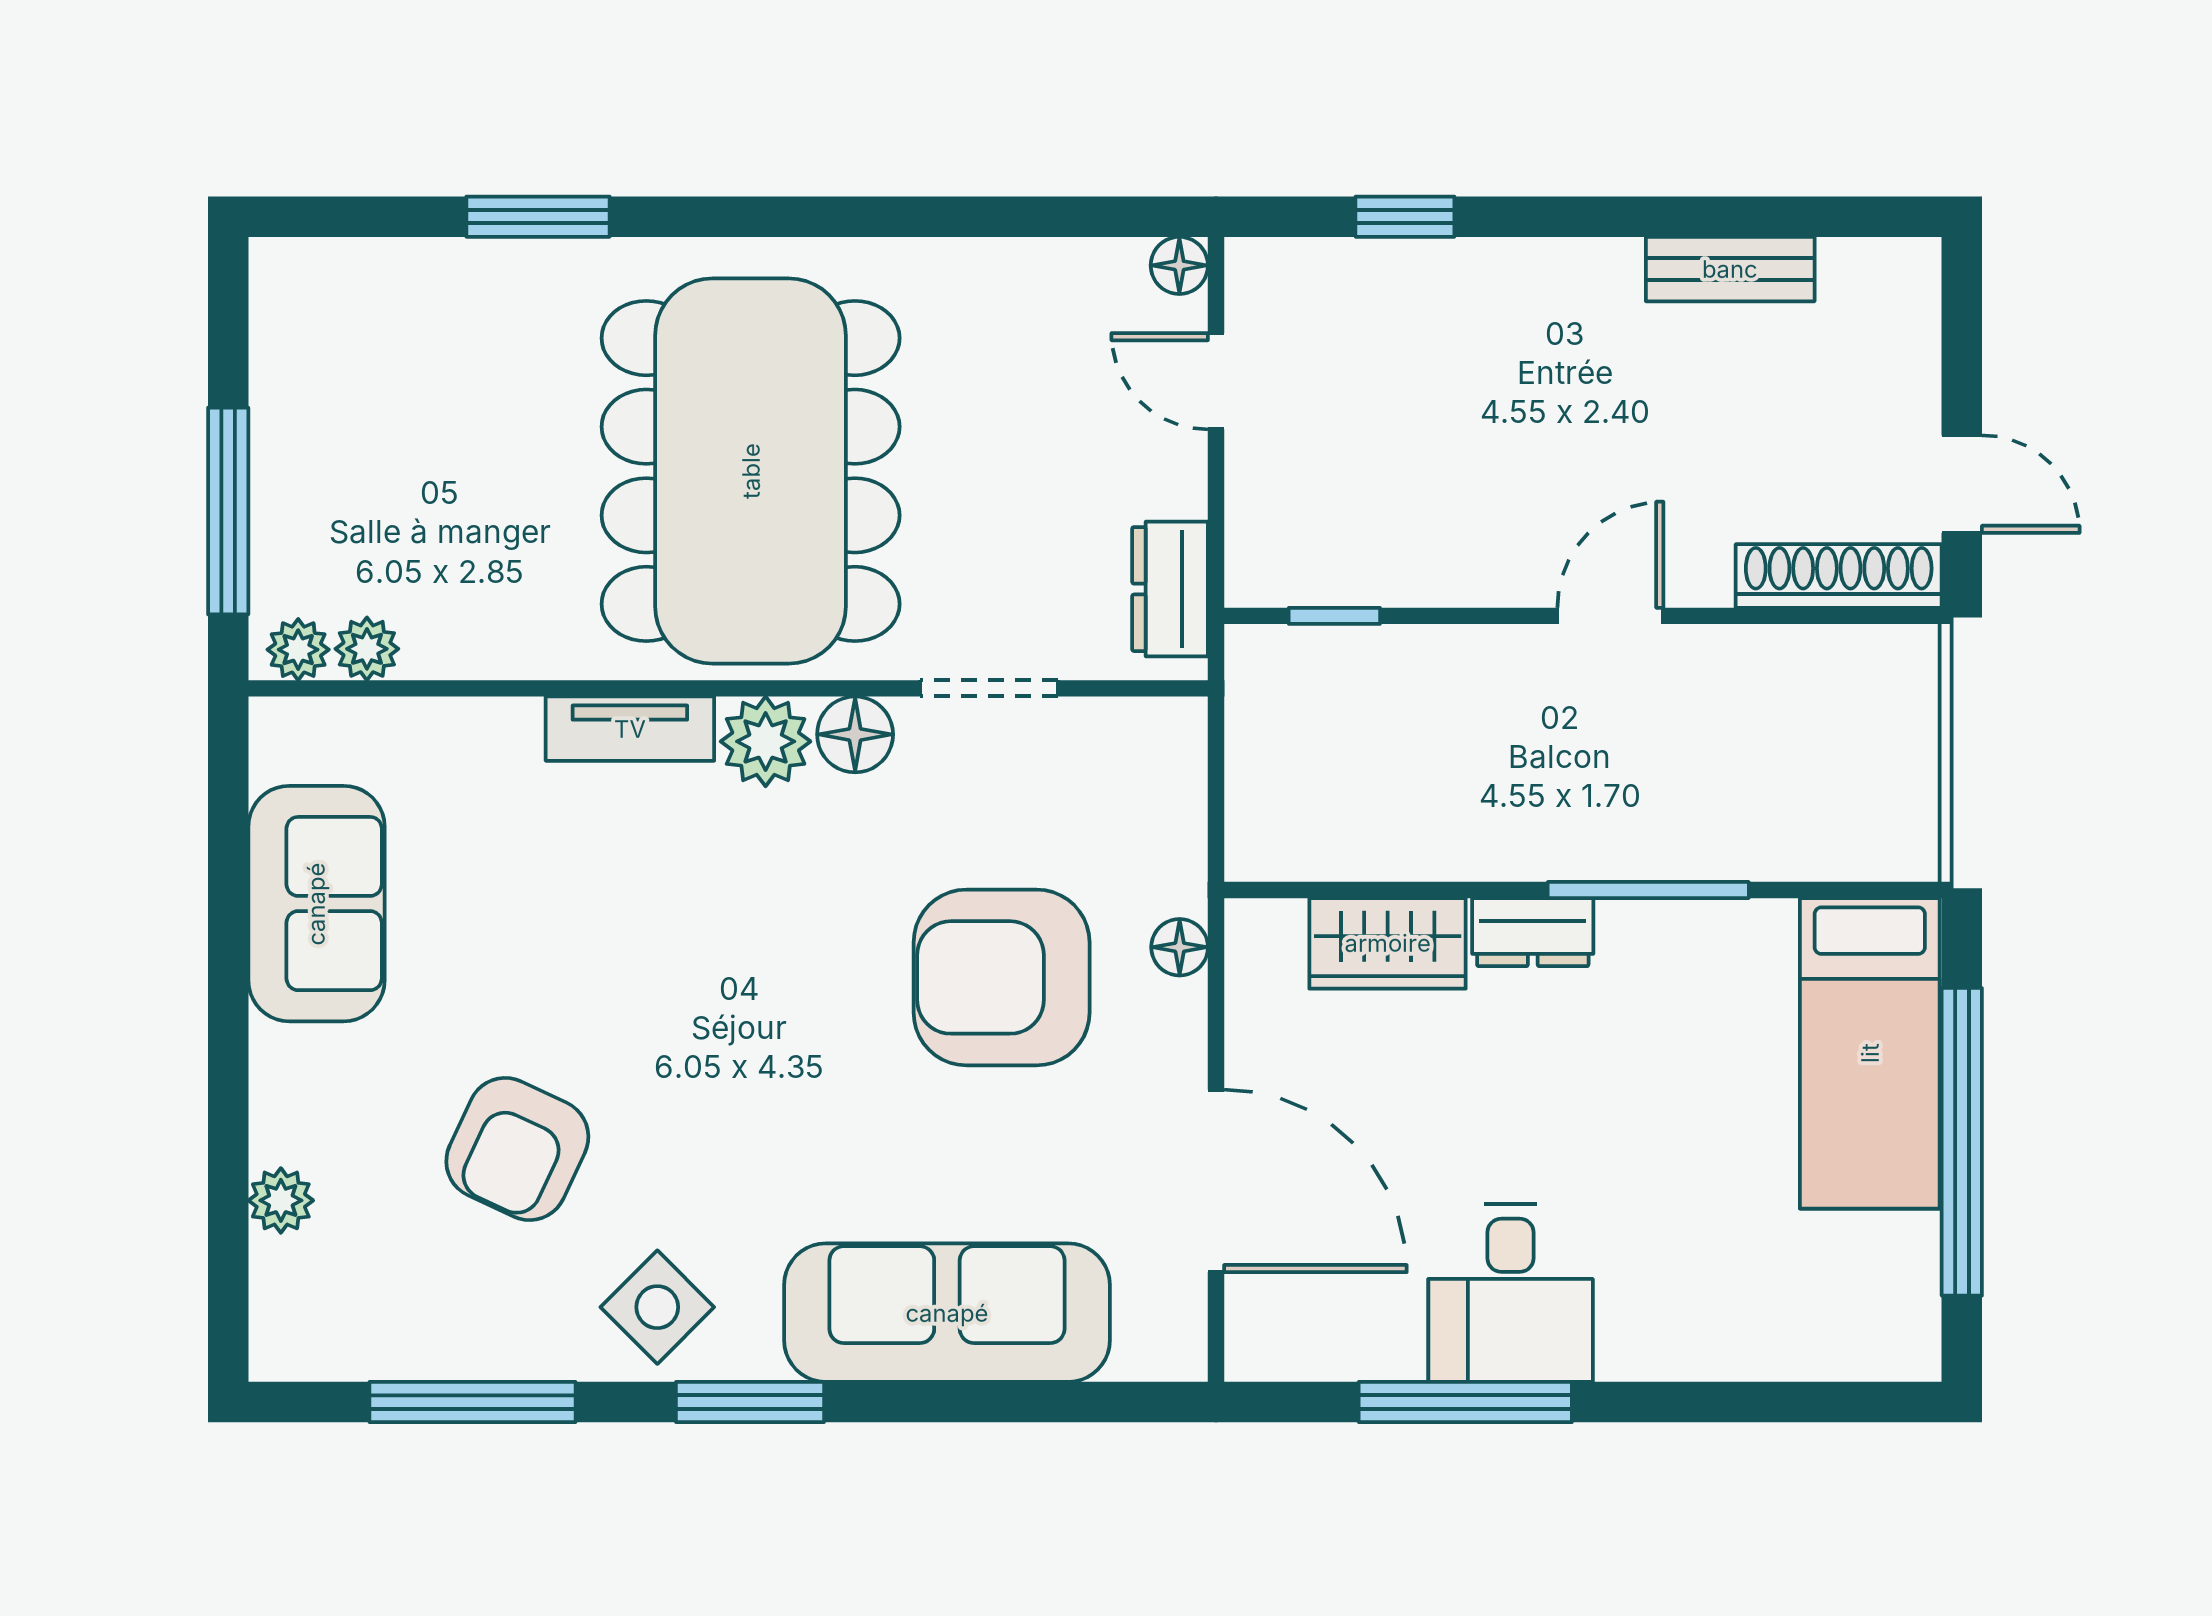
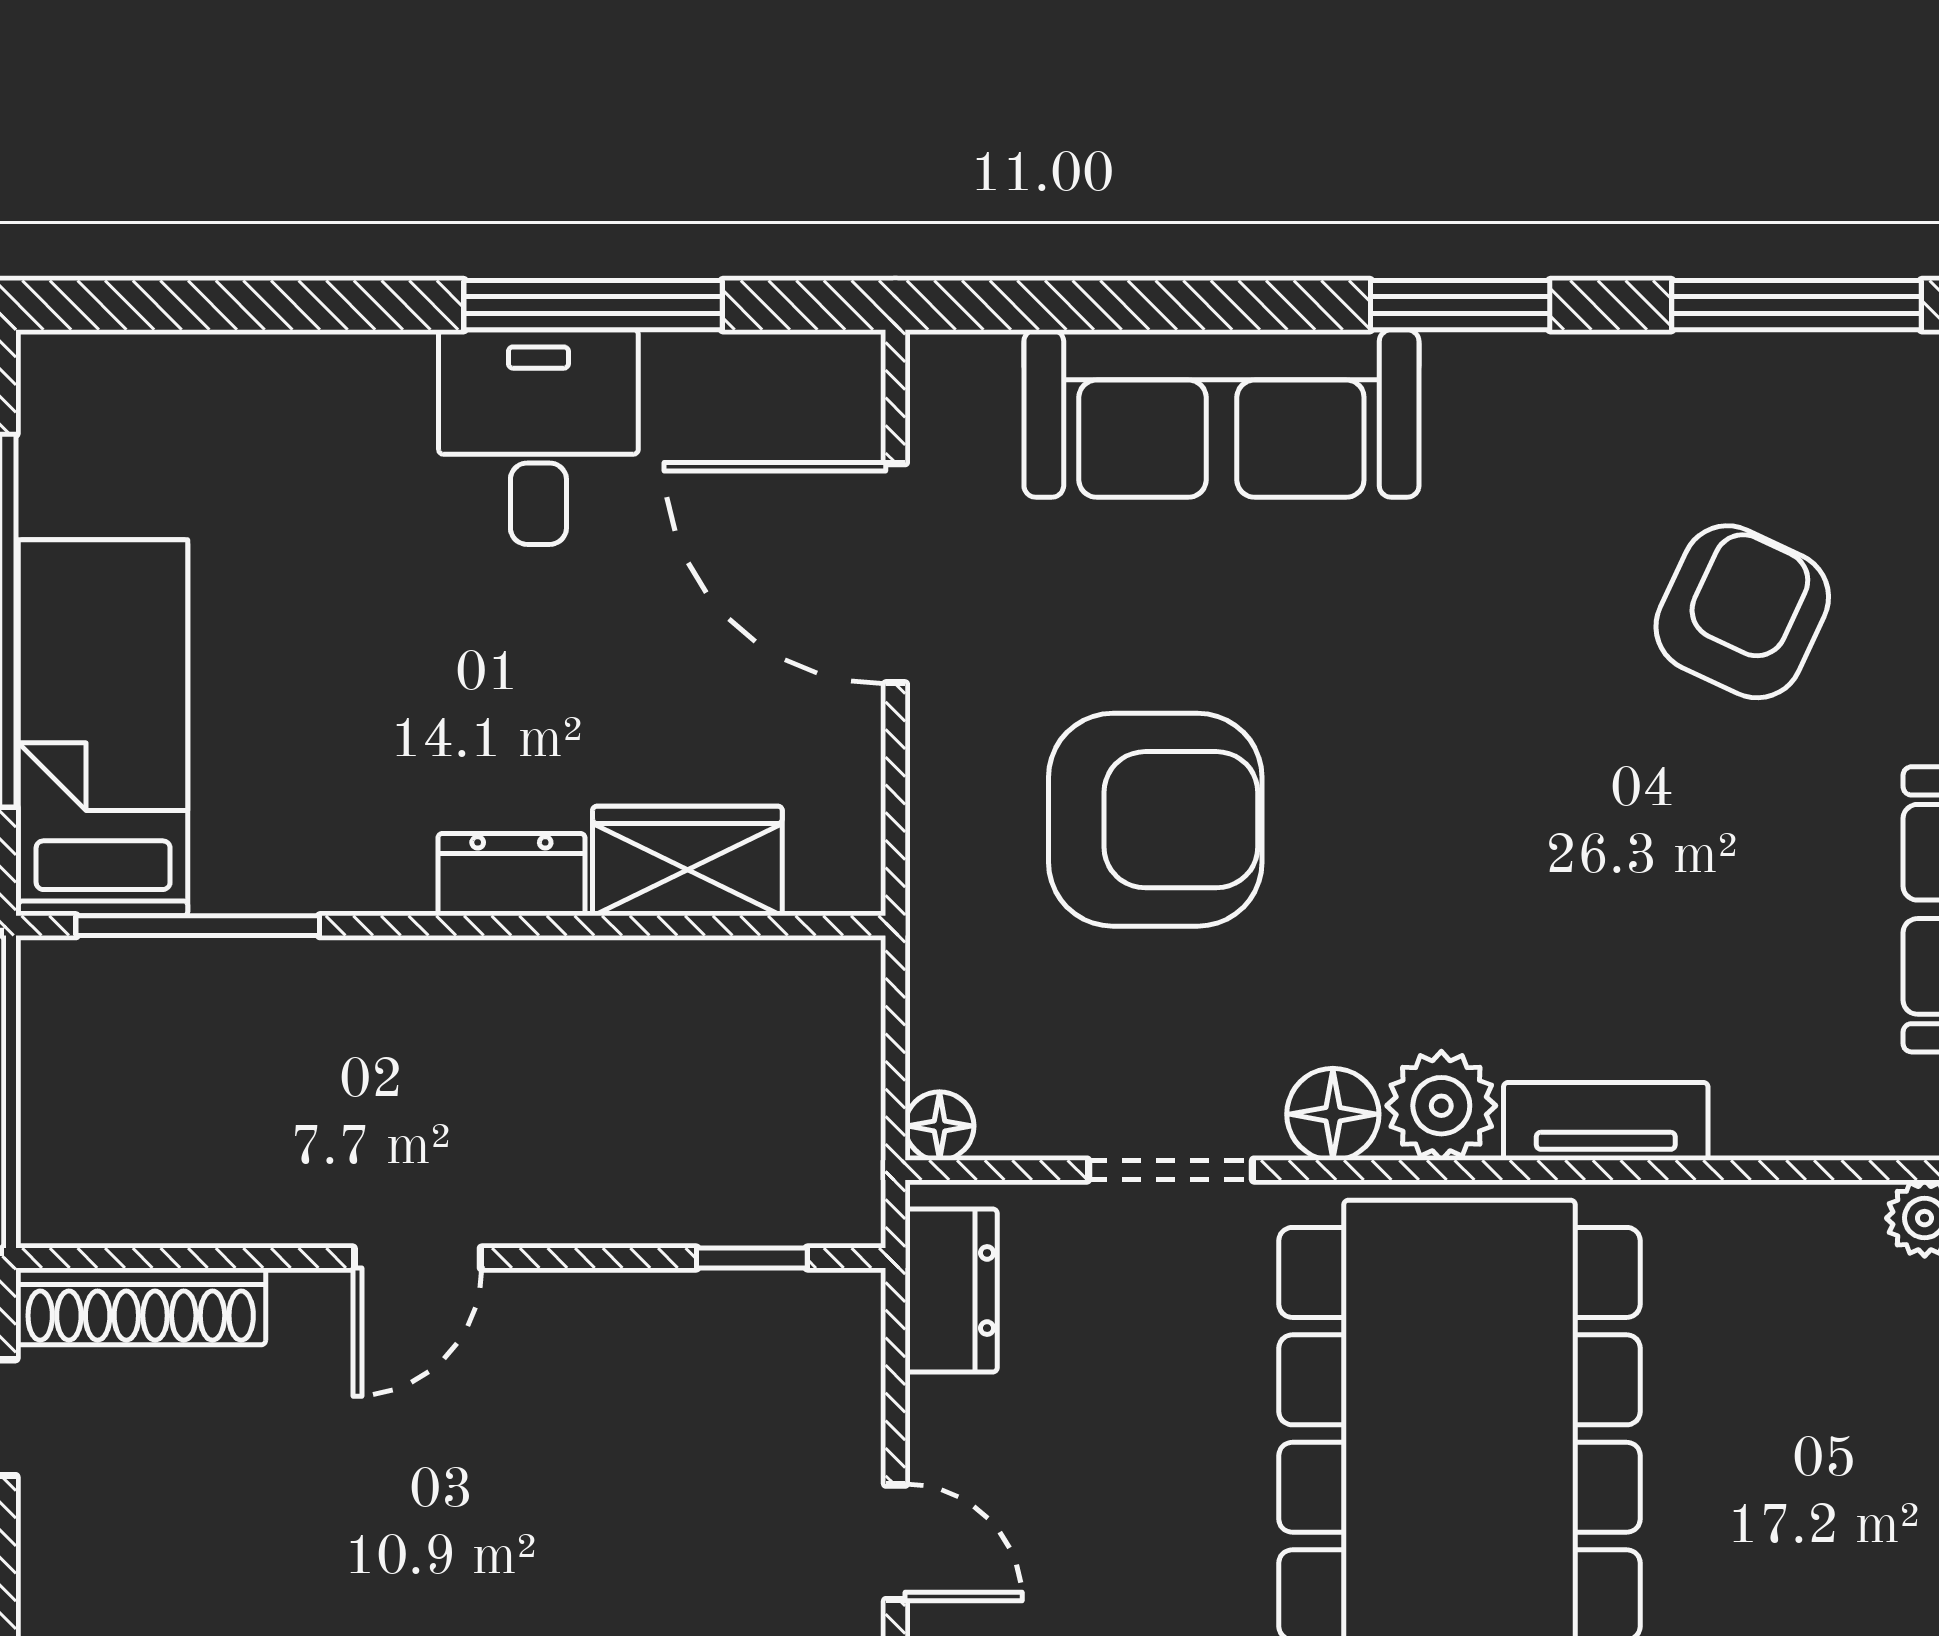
window: (1648, 890) -> (198, 926), moved
floor lamp: (1180, 947) -> (940, 1126), moved
side table: (657, 1307) -> (1573, 420), removed

